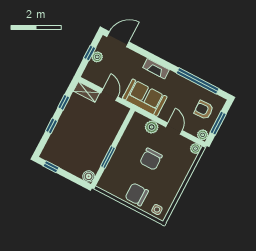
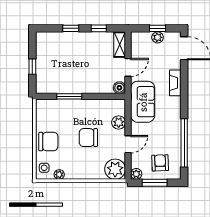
fireplace: (156, 69) -> (175, 83), moved
plant: (195, 149) -> (115, 169), width x1.88, depth x1.88
window: (51, 167) -> (32, 67), moved
boiler: (89, 176) -> (119, 88), moved
chair: (137, 194) -> (48, 141), turned 90
plant: (169, 200) -> (59, 175), added

